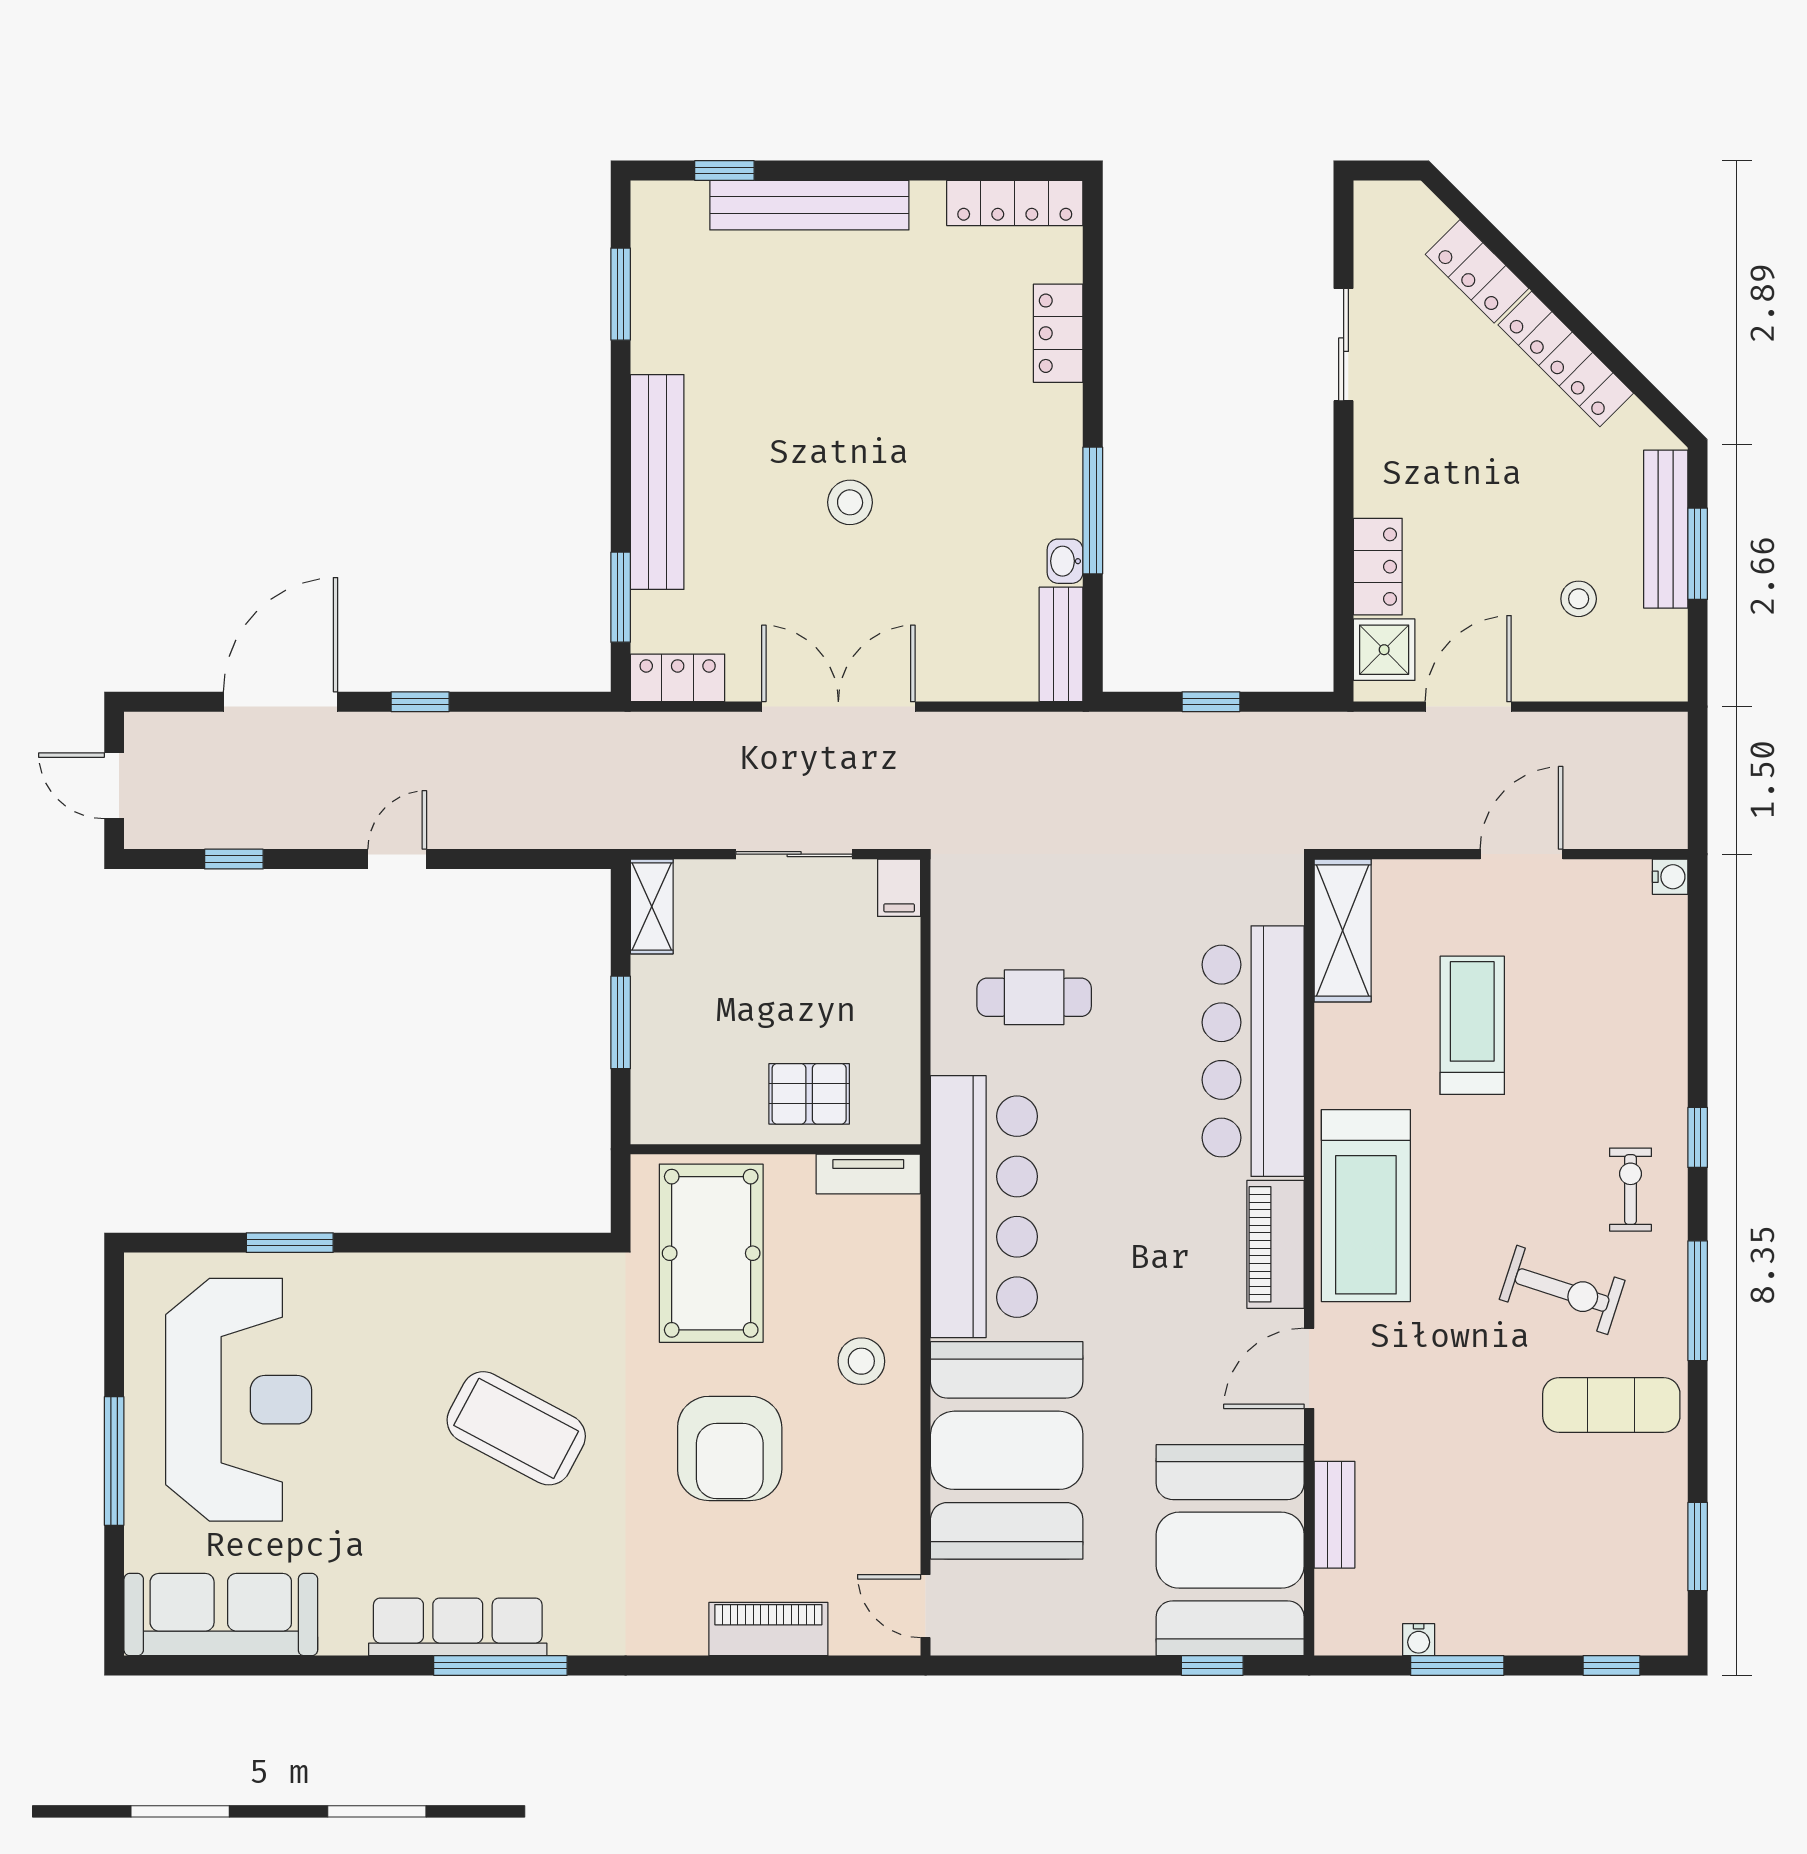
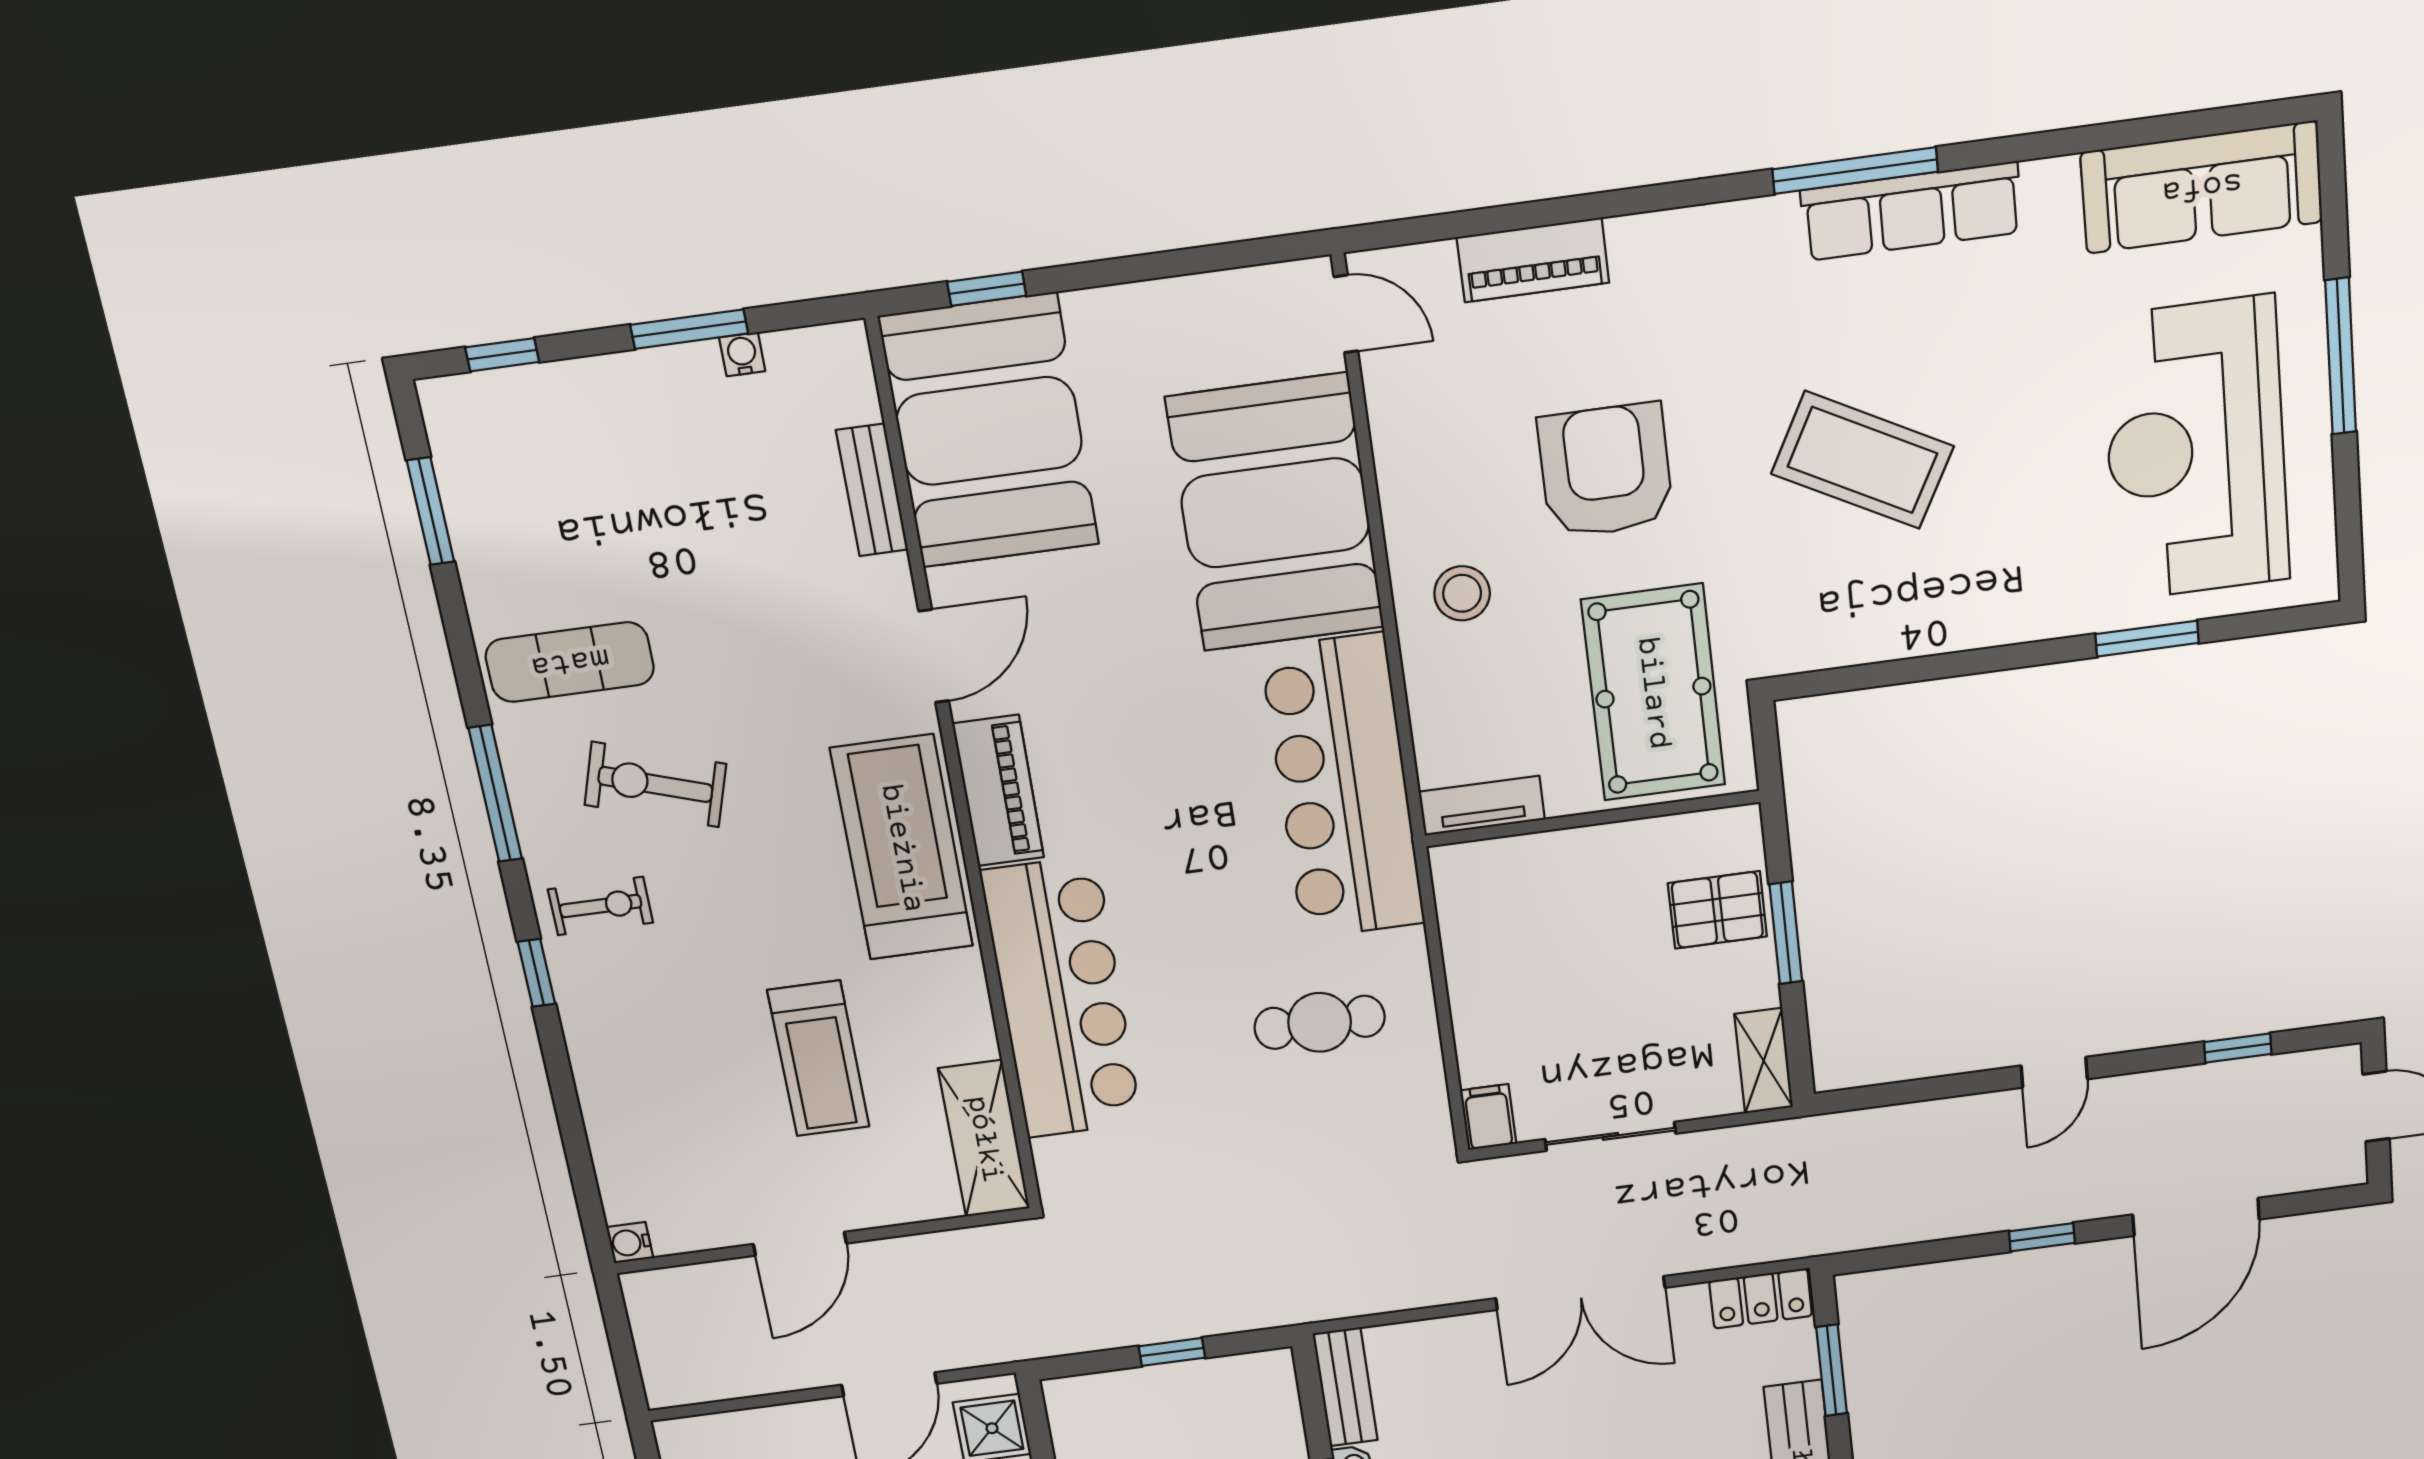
pallet: (809, 1094) -> (1717, 910), moved
exercise bike: (1630, 1190) -> (601, 906), turned -90

